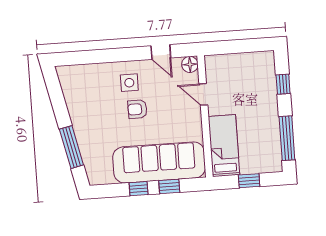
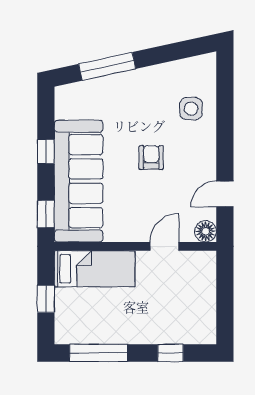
side table: (129, 83) -> (191, 109), moved
window: (169, 186) -> (46, 214), moved

